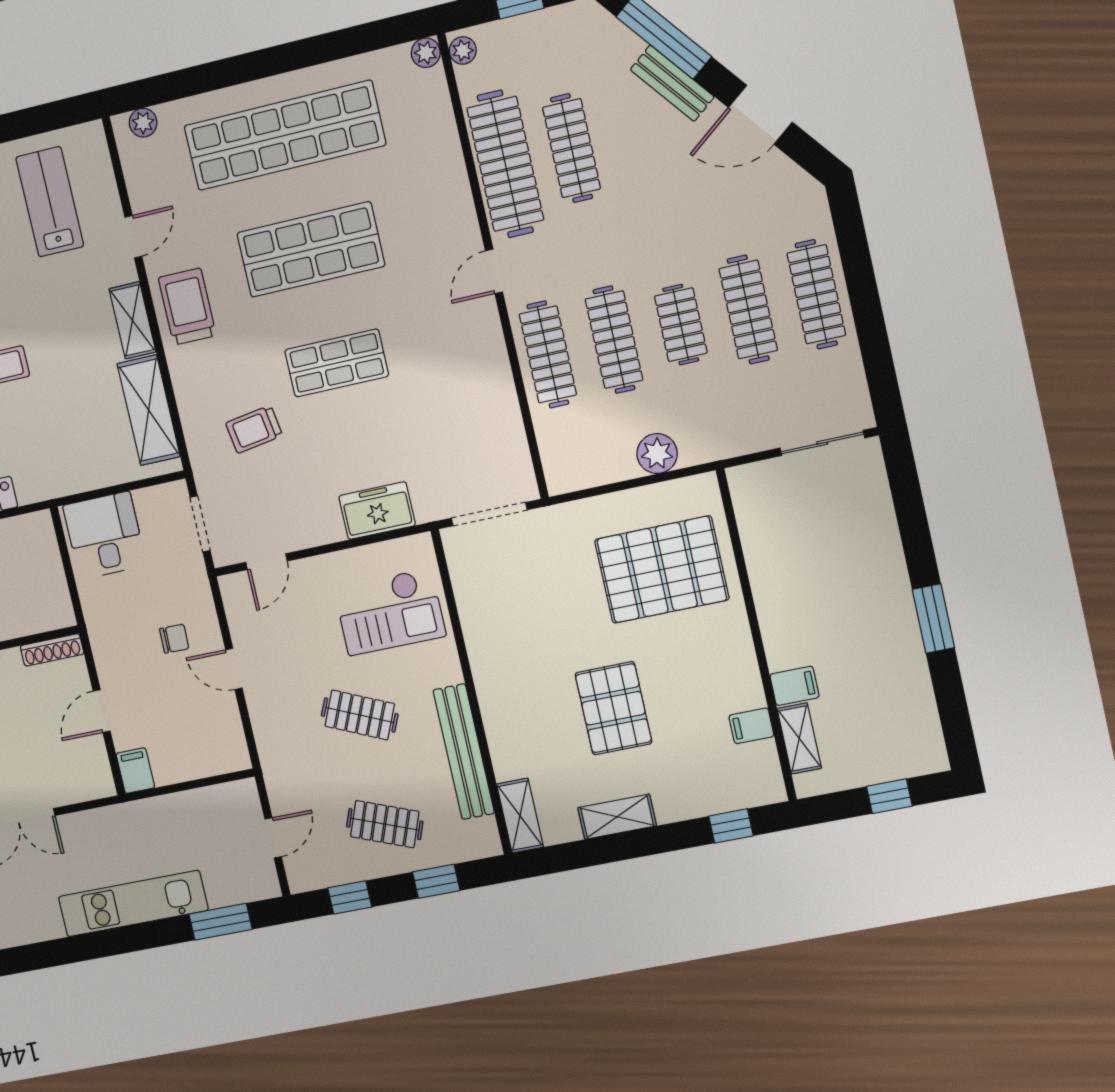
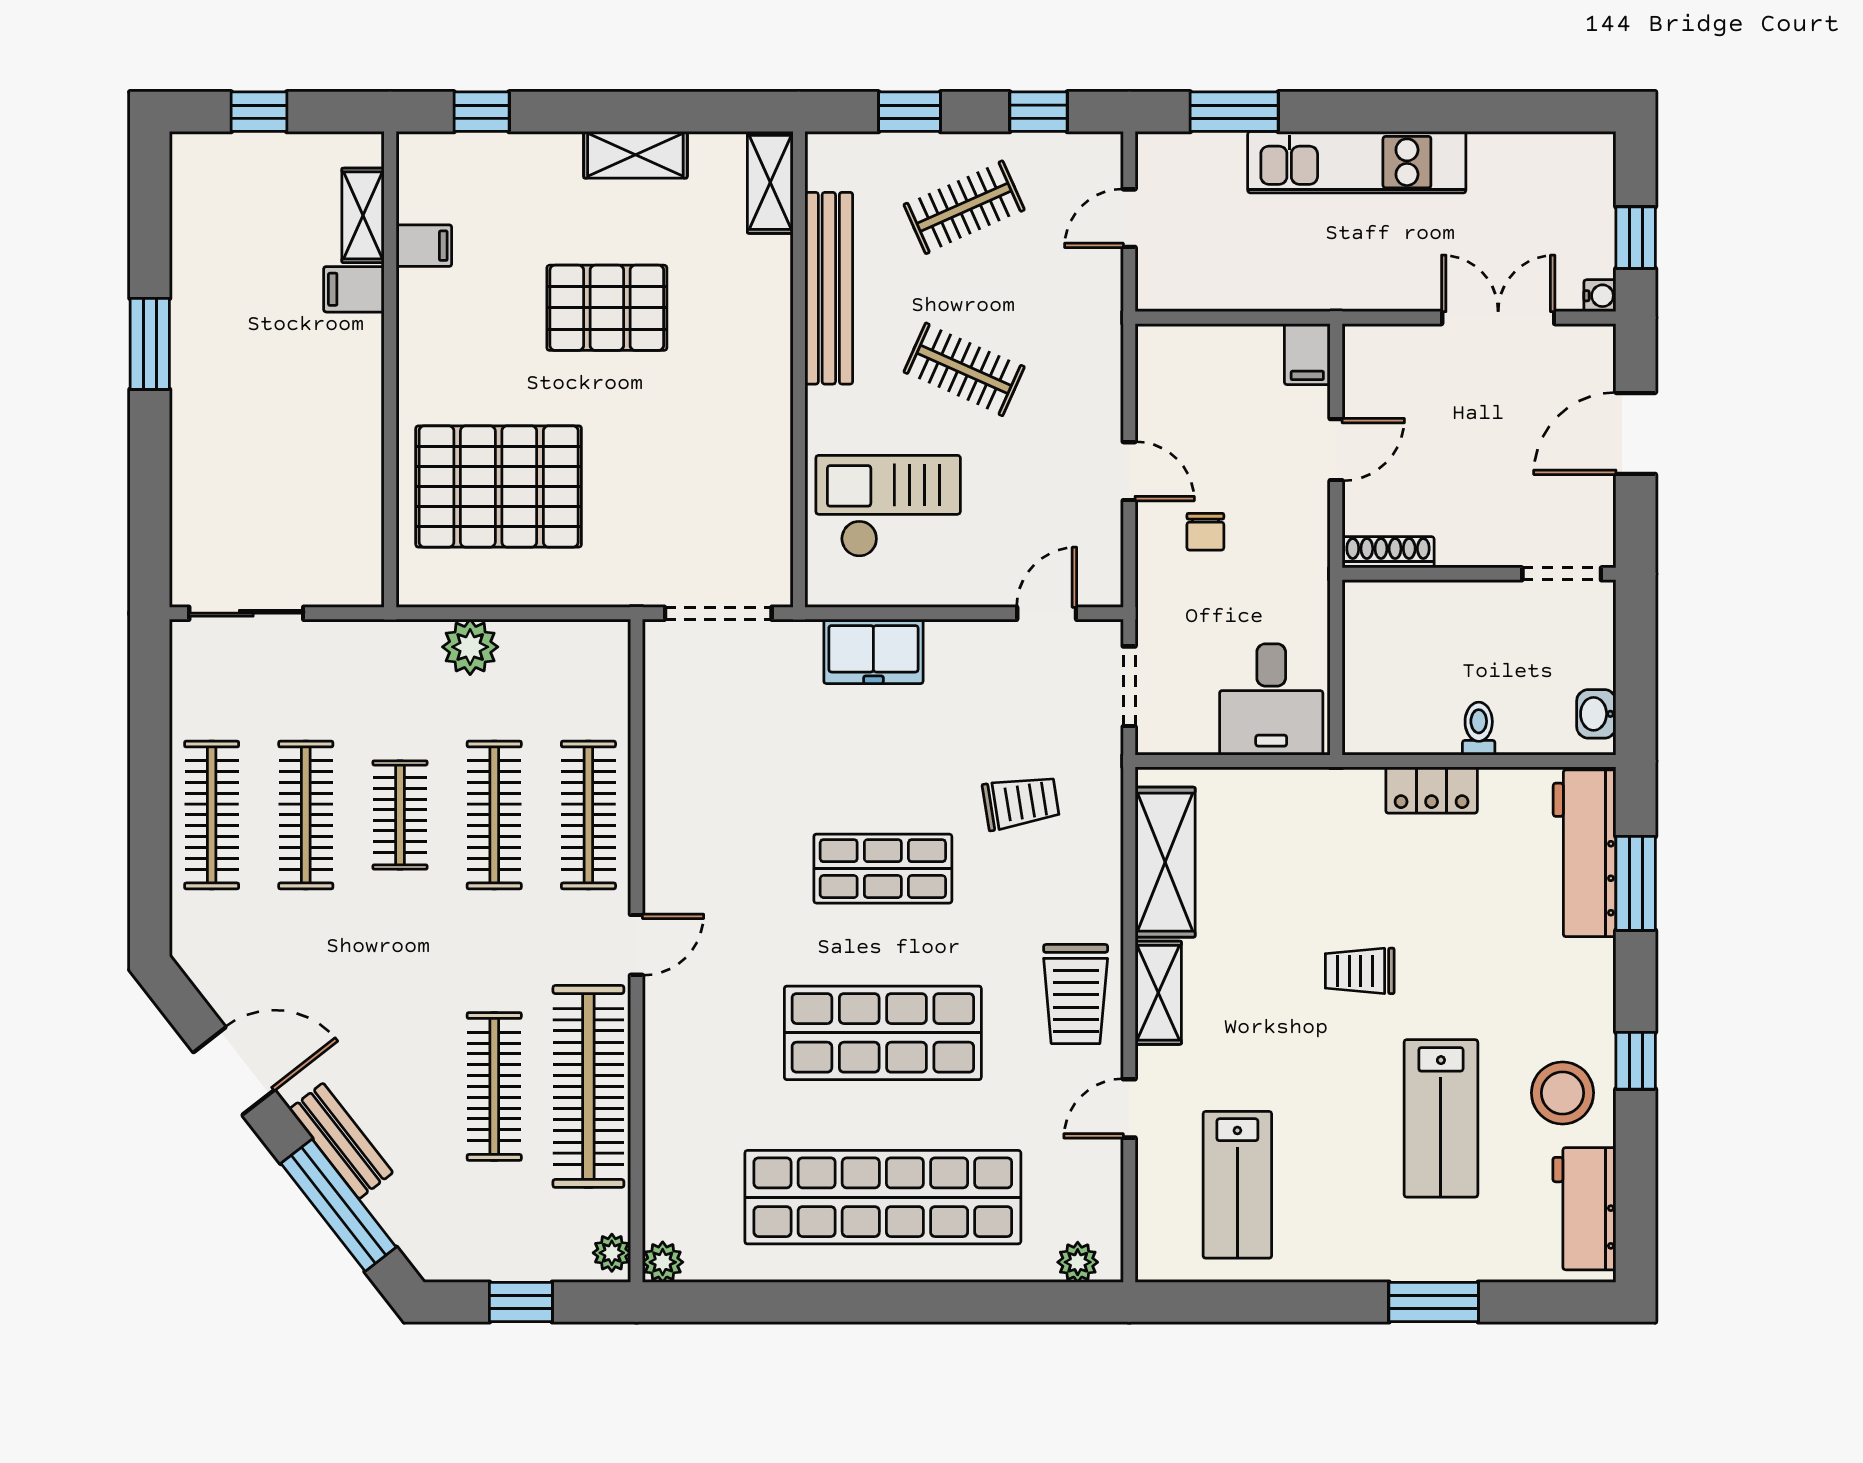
chair: (174, 639) -> (1205, 532), turned -91
pallet: (613, 708) -> (607, 308), turned 90
clothes rail: (385, 824) -> (964, 207), turned -45

